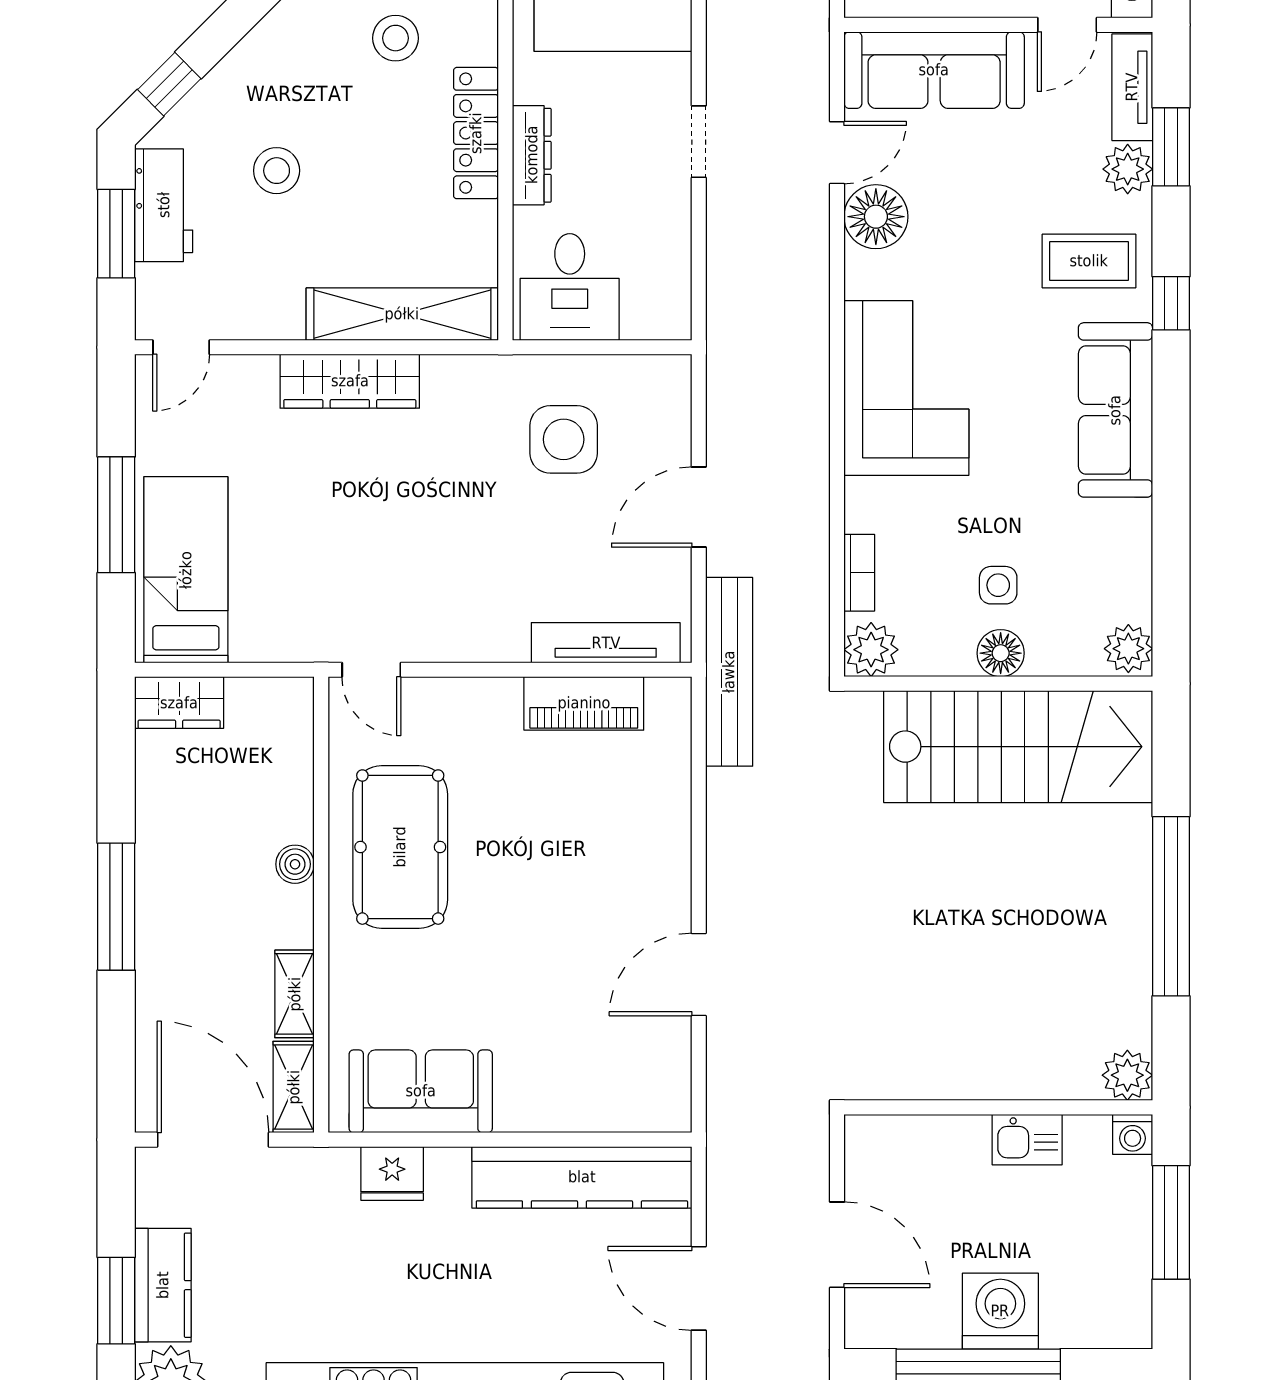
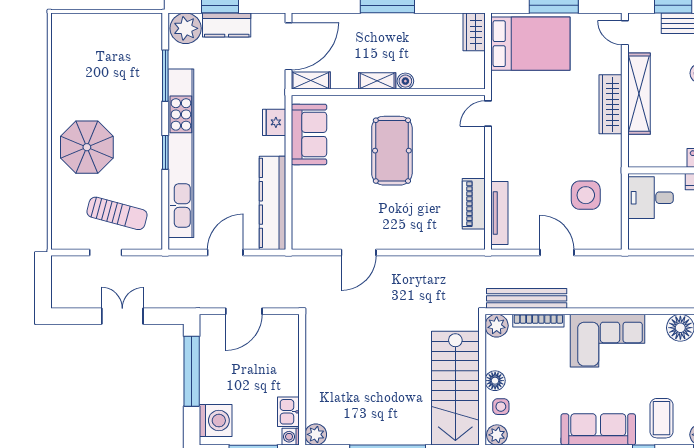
shelving: (402, 314) -> (639, 94), moved
bed: (186, 570) -> (530, 44), width x1.50
bookcase: (859, 573) -> (538, 321), width x1.56
side table: (998, 585) -> (501, 407), moved
bench: (729, 672) -> (527, 298), moved
pool table: (400, 847) -> (392, 151), moved, turned 90
door: (699, 974) -> (359, 253), swing flipped
shelving: (295, 994) -> (377, 81), moved
kitchen sink: (1027, 1140) -> (288, 412), moved
washing machine: (1000, 1311) -> (216, 421), moved

